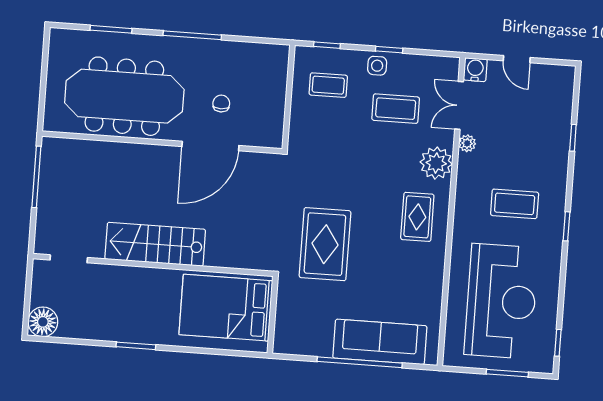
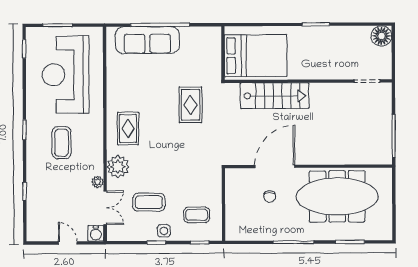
coffee table: (515, 204) -> (62, 143), turned 90
stairs: (155, 244) -> (275, 96), moved
rug: (325, 244) -> (190, 105), width x0.73, depth x0.70

